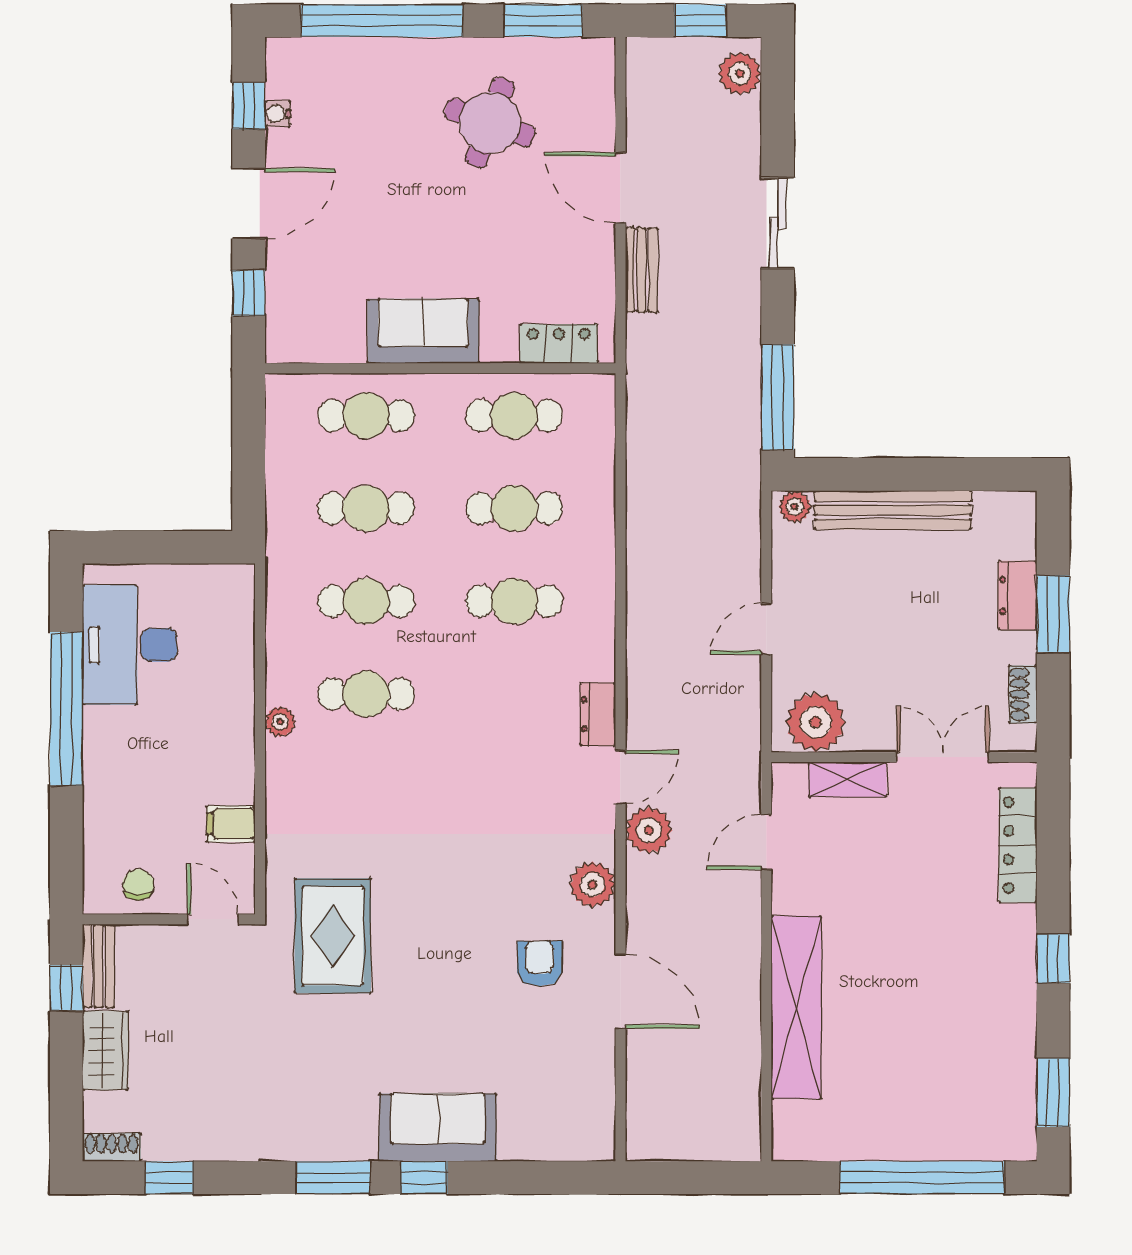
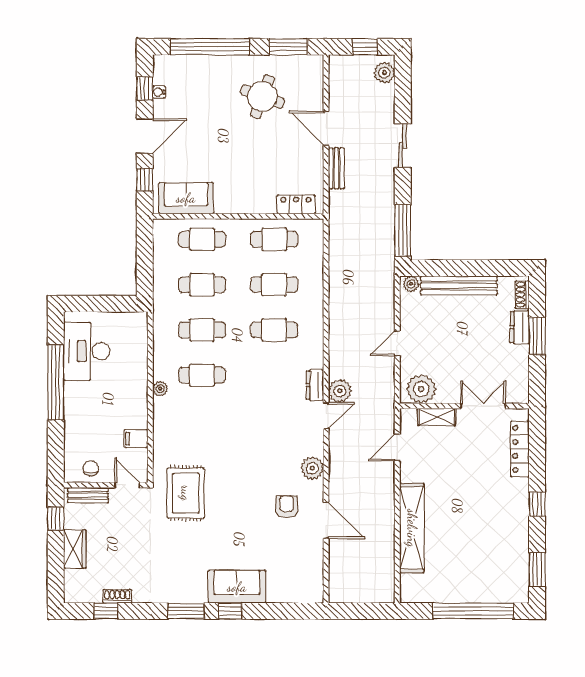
sofa: (423, 331) -> (186, 198), moved
shoe rack: (1023, 694) -> (522, 295), moved
plant: (649, 830) -> (340, 391), moved
bench: (98, 966) -> (88, 495), moved, turned 90
shoe rack: (112, 1147) -> (117, 596), moved

